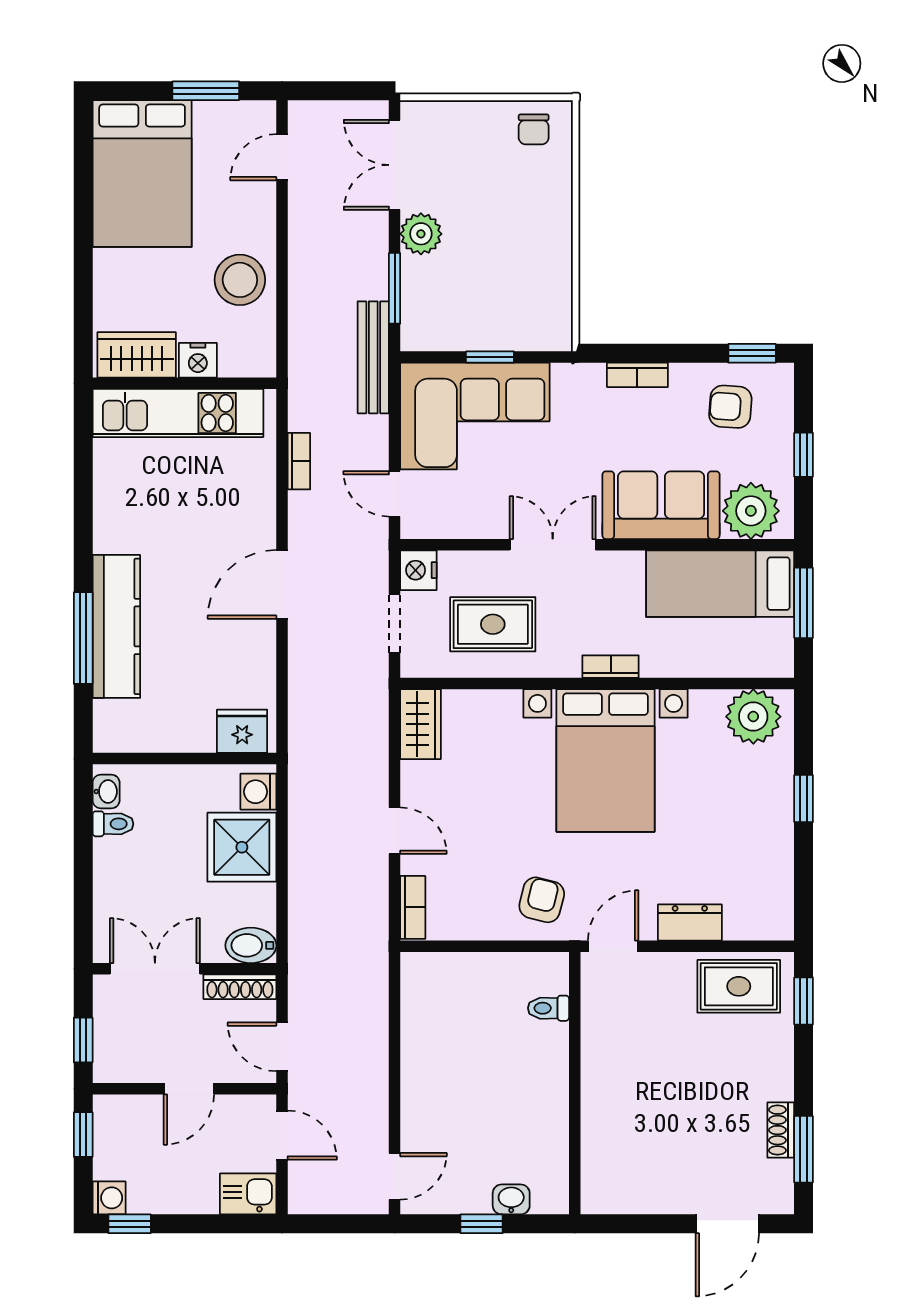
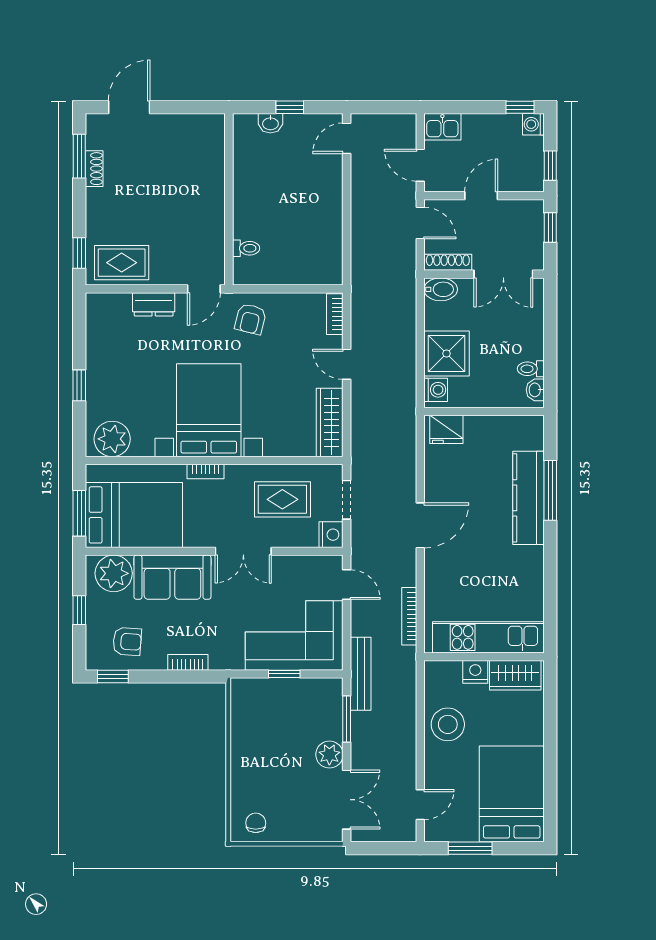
bookcase: (299, 461) -> (409, 616), width x1.56
bed: (720, 584) -> (134, 515), width x1.50
wardrobe: (421, 724) -> (330, 422), width x1.50

